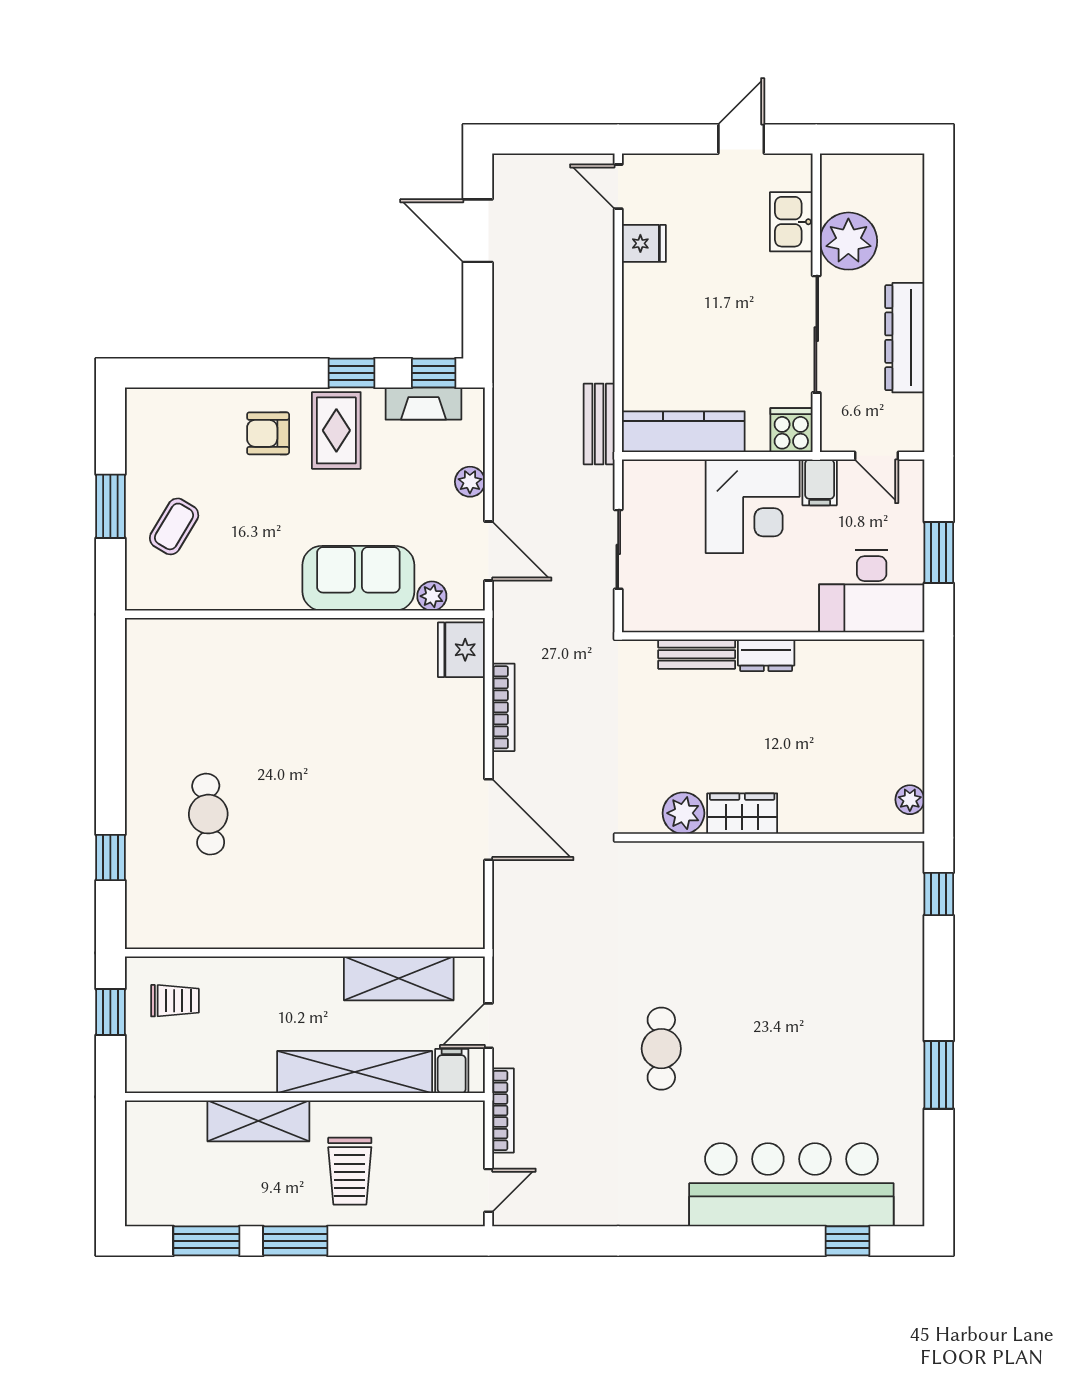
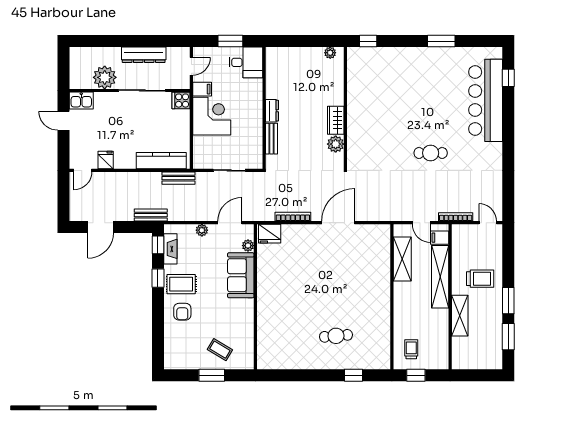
kitchen sink: (791, 222) -> (81, 101), moved
bench: (508, 355) -> (151, 215), added
kitchen counter: (683, 432) -> (161, 161), moved, turned 90
desk: (872, 591) -> (246, 62), width x0.73

